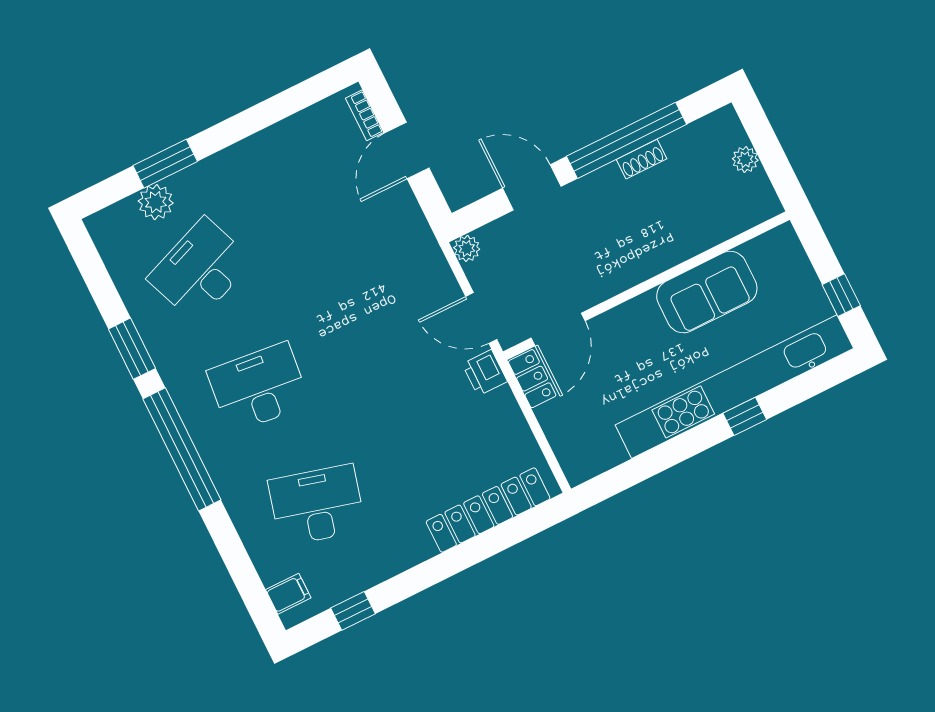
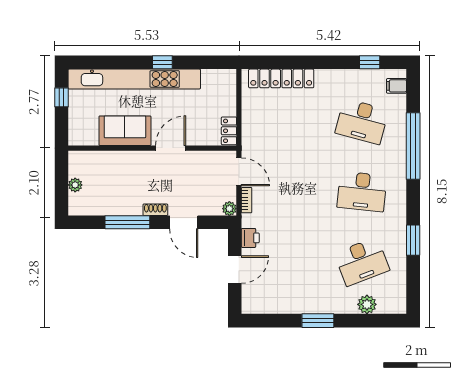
bookcase: (365, 115) -> (247, 200), moved
window: (627, 140) -> (127, 222), width x0.68
shoe rack: (642, 159) -> (155, 210), moved
window: (165, 164) -> (318, 321), moved
door: (558, 329) -> (171, 148), moved
printer: (485, 373) -> (250, 238), moved
window: (745, 416) -> (162, 62), moved
window: (182, 449) -> (413, 146), moved

